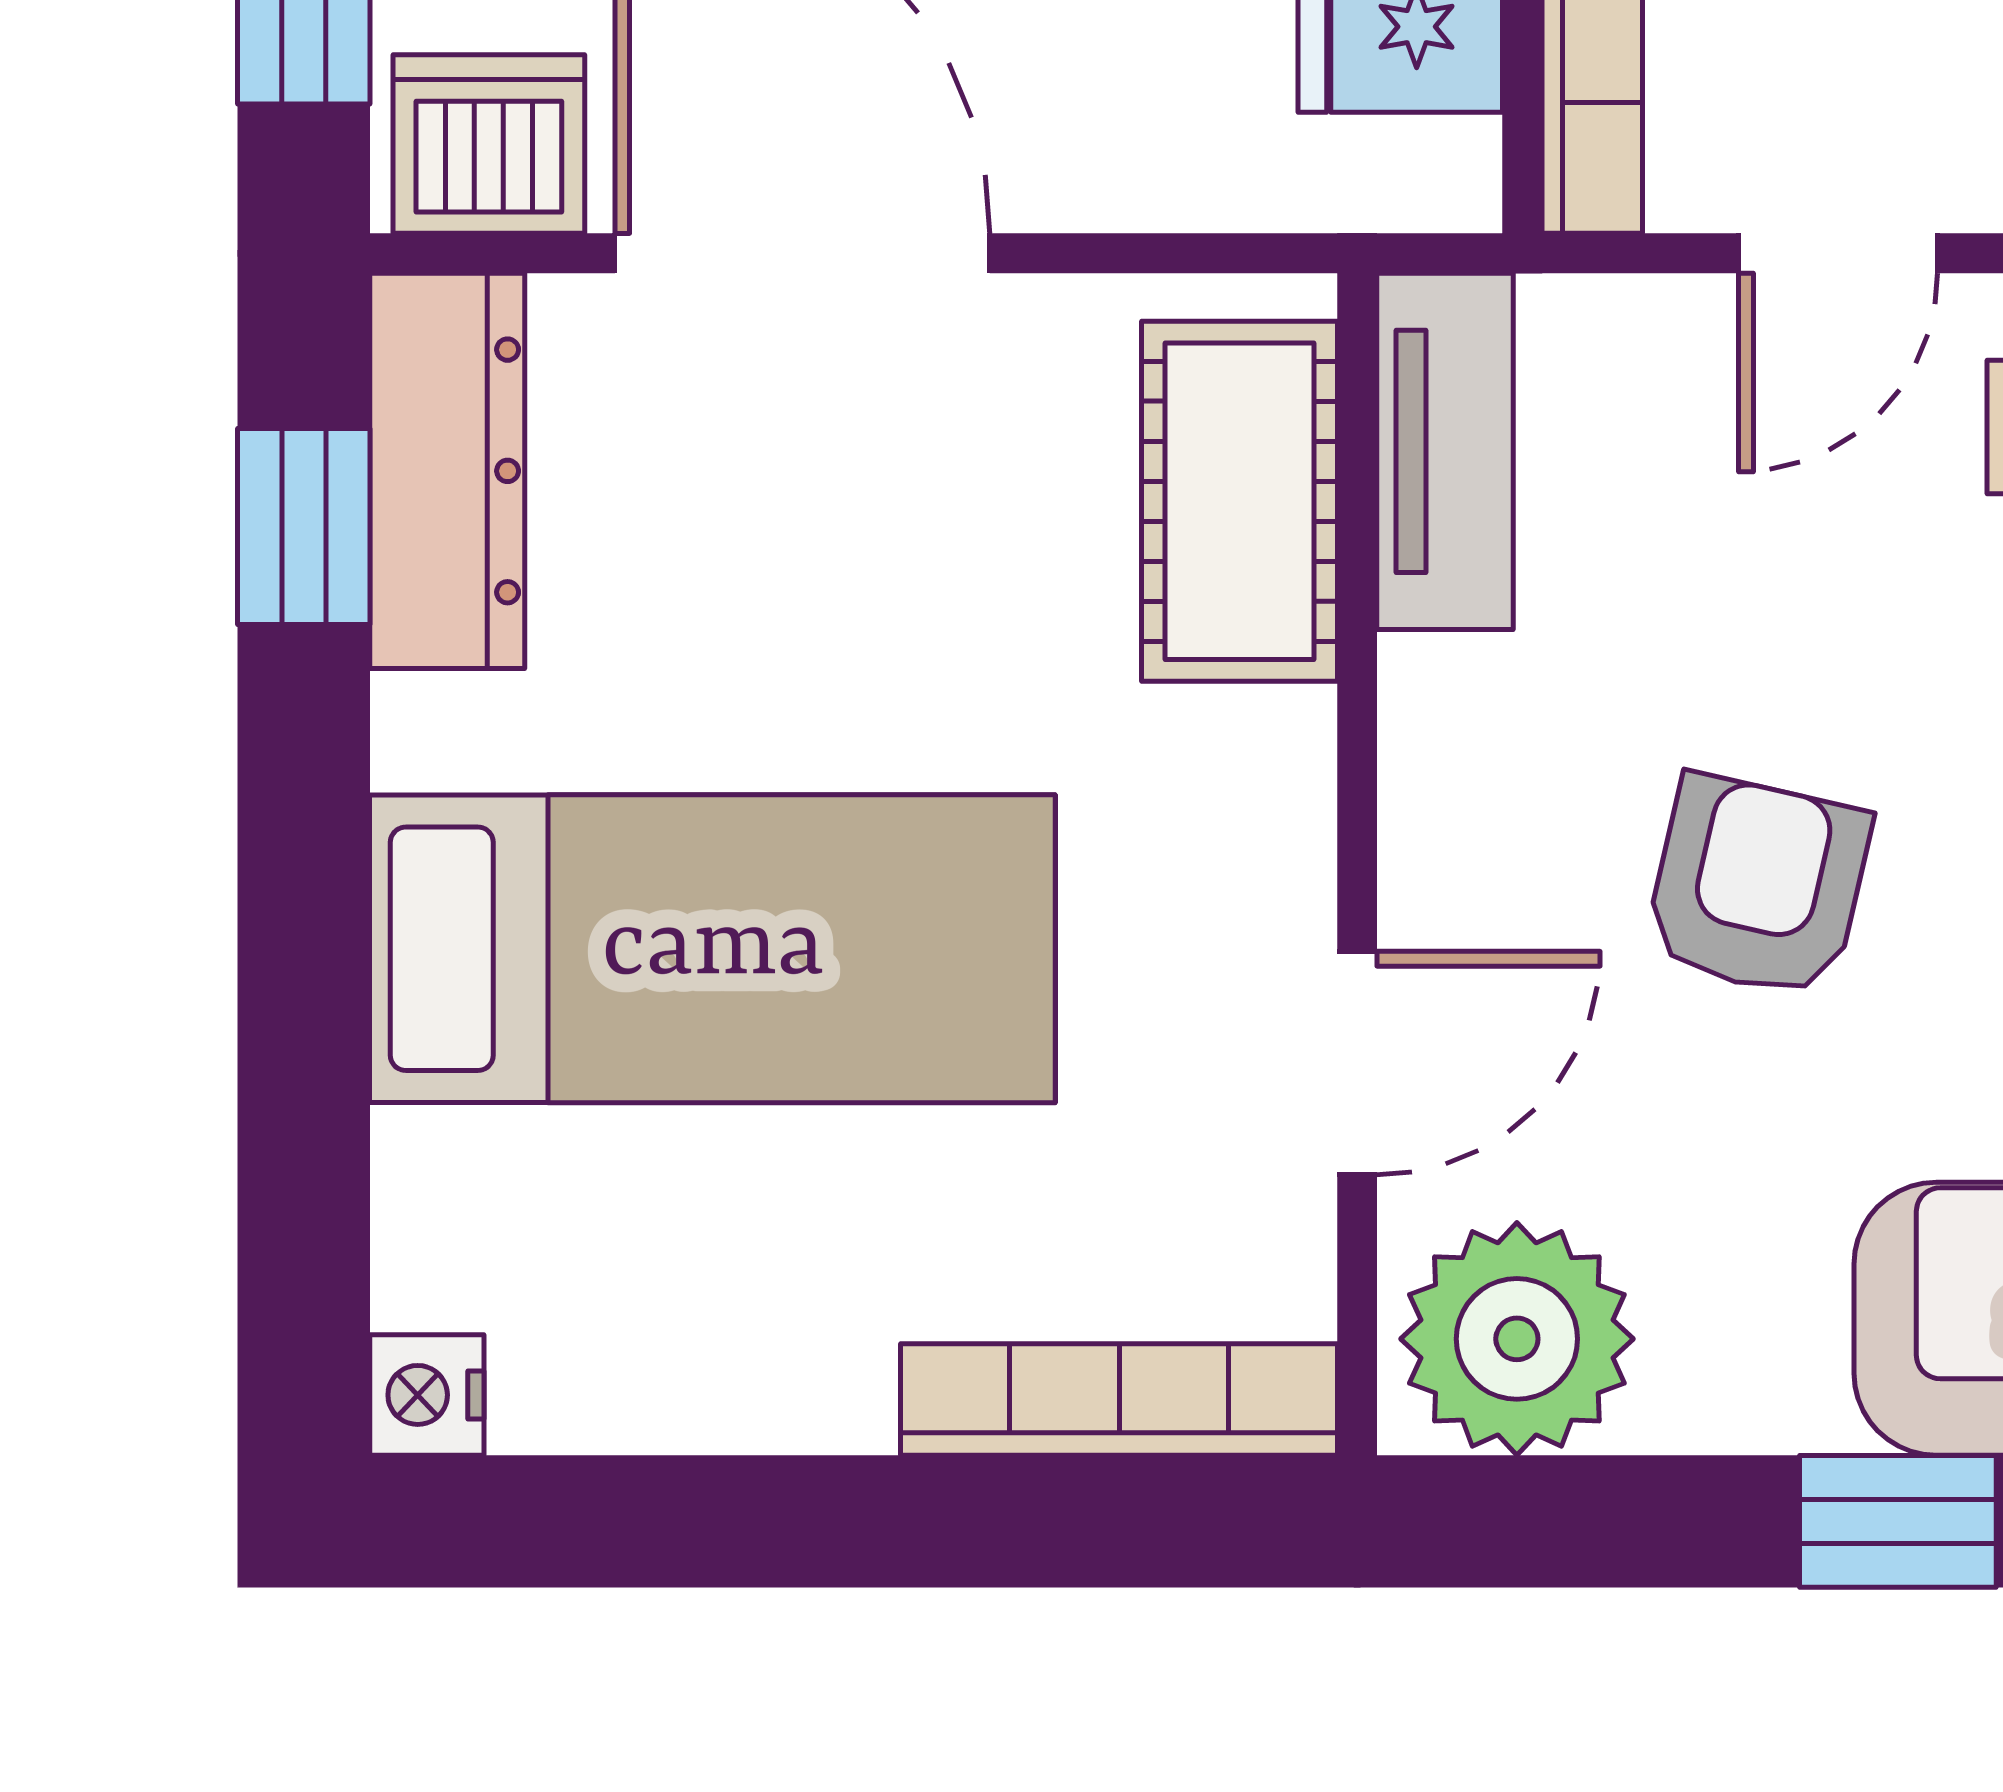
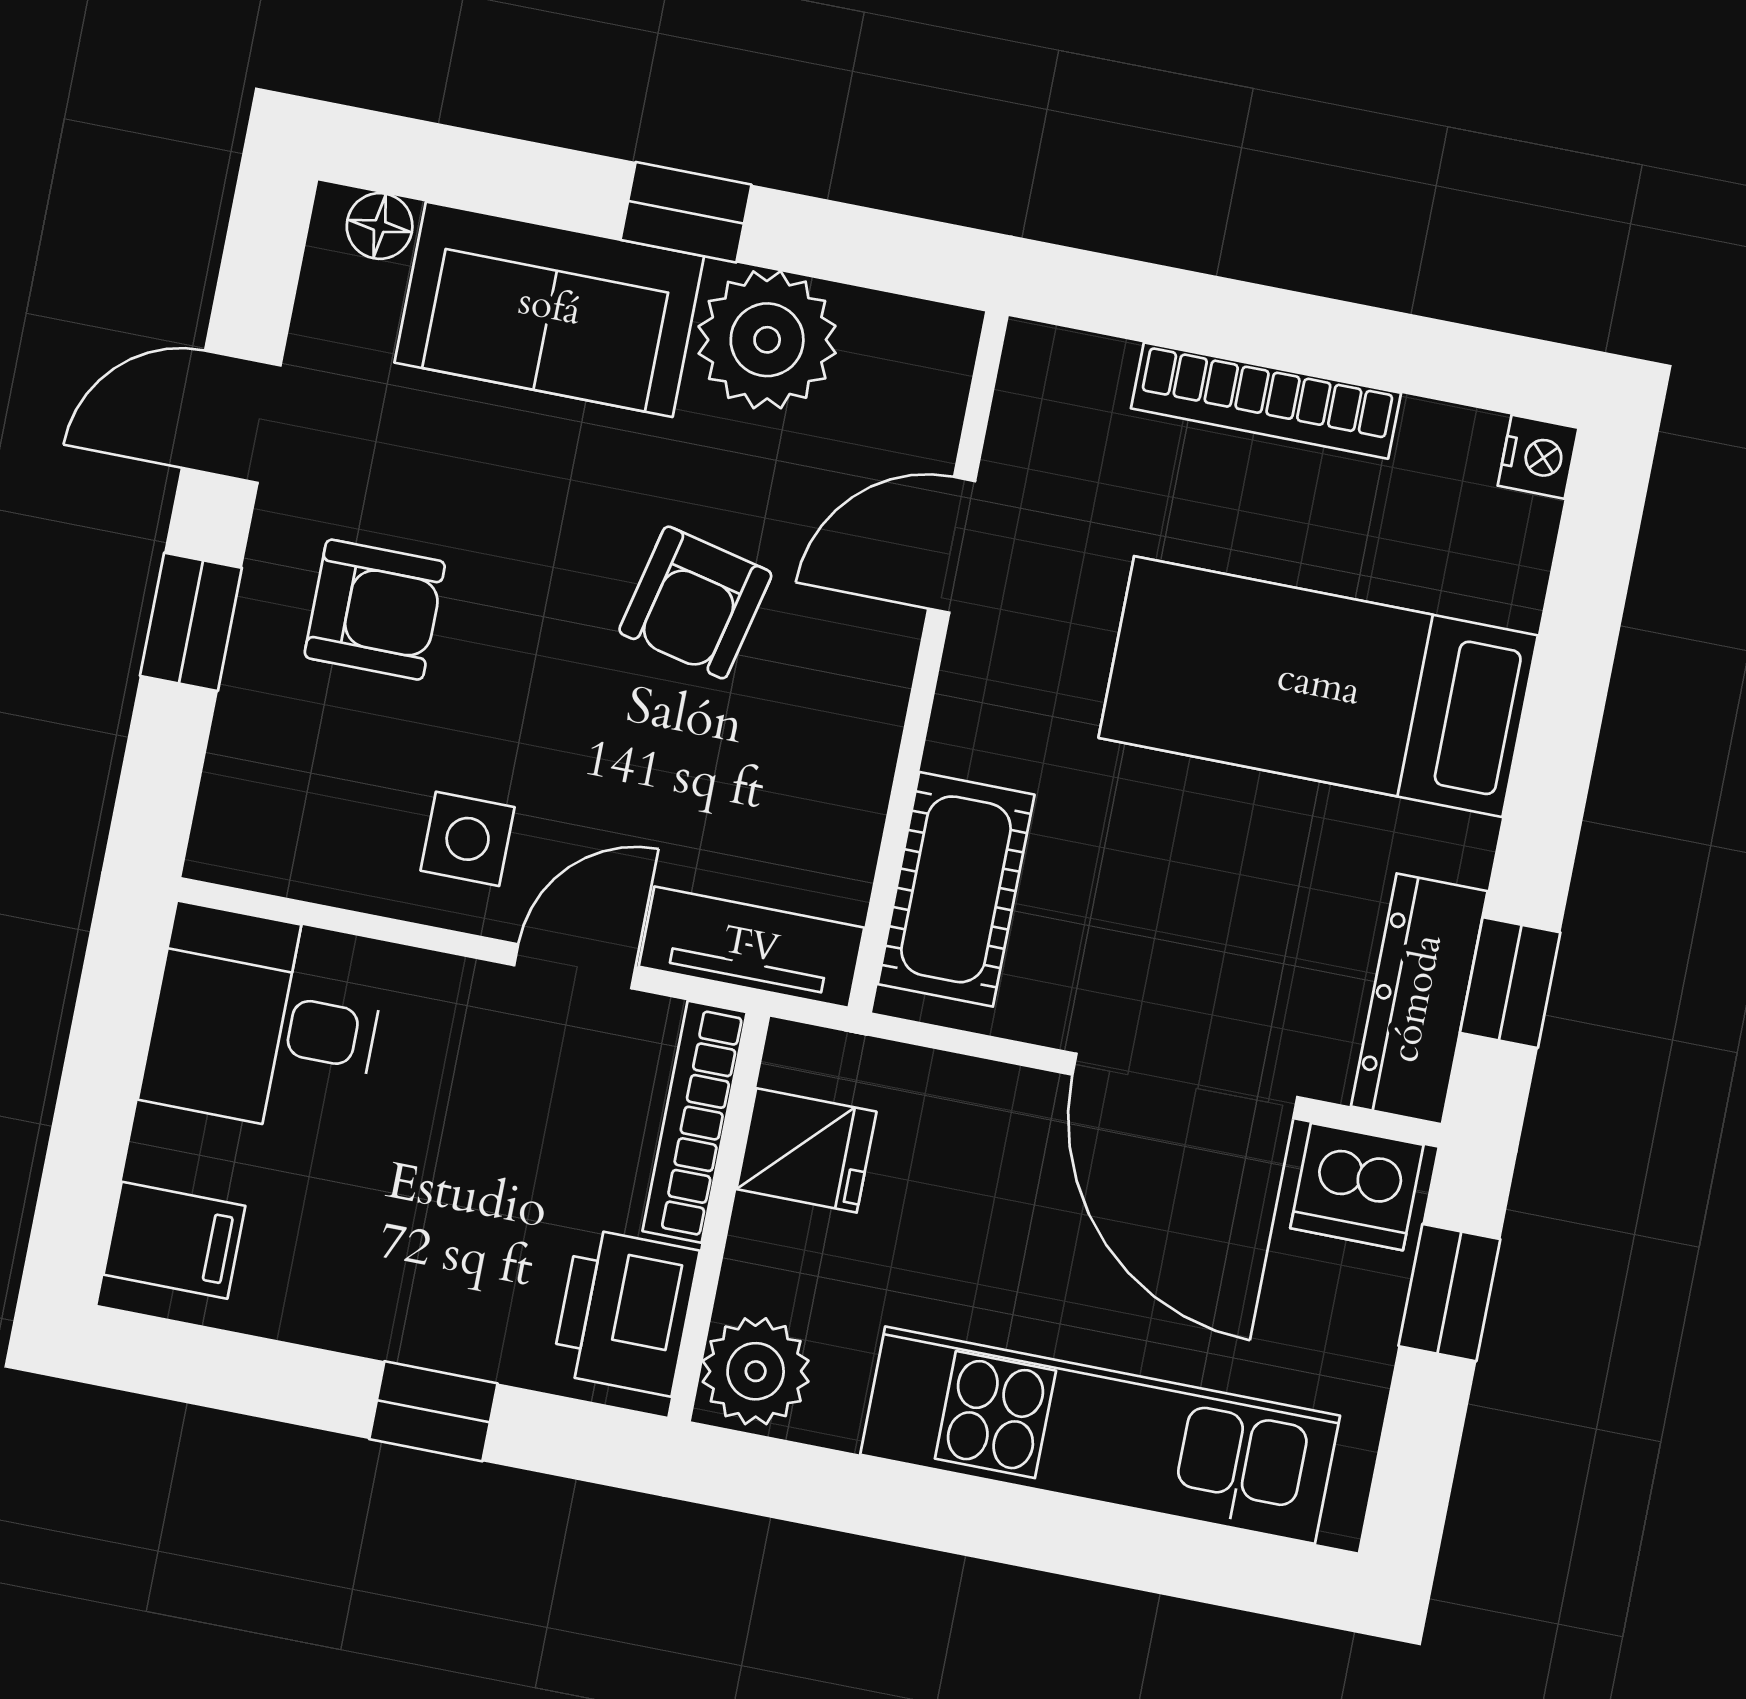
tv unit: (1445, 451) -> (751, 947), moved, turned 90
plant: (1517, 1339) -> (767, 340), moved
bookcase: (1119, 1399) -> (1266, 401), moved

